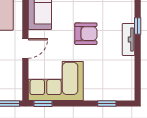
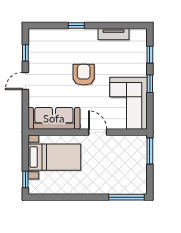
tv unit: (129, 39) -> (114, 34), moved
window: (43, 104) -> (150, 84), moved

